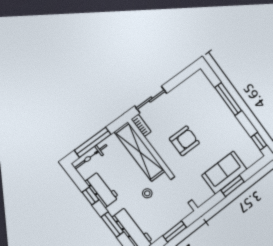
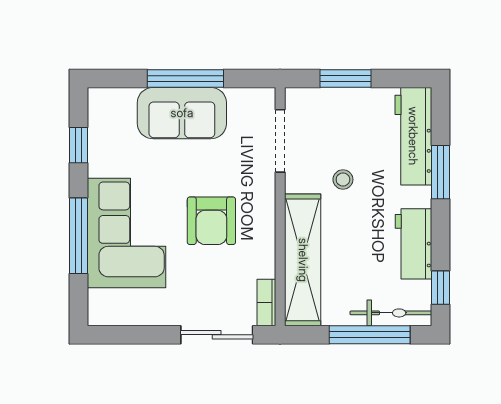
corner sofa: (212, 113) -> (126, 233), added
armchair: (184, 141) -> (211, 221), turned -90
window: (259, 141) -> (78, 145), moved
window: (233, 186) -> (185, 79), width x1.44
window: (90, 196) -> (441, 288), moved

